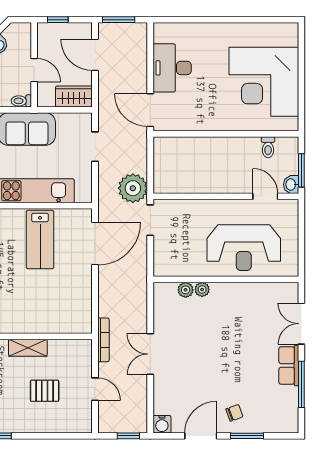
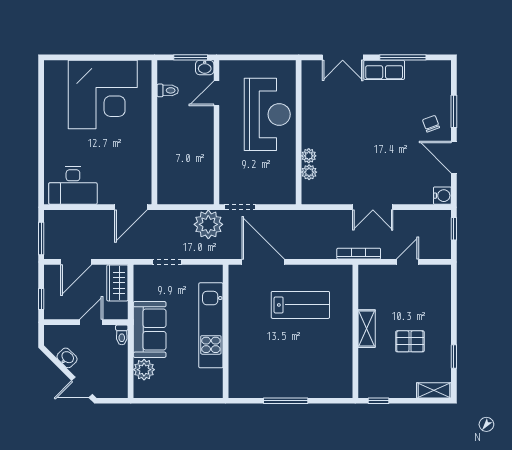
desk: (172, 68) -> (73, 186), moved
lab bench: (40, 239) -> (300, 305), moved
pallet: (45, 391) -> (410, 341), moved, turned 90

